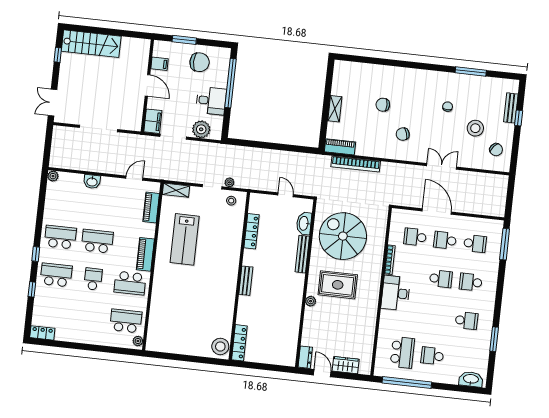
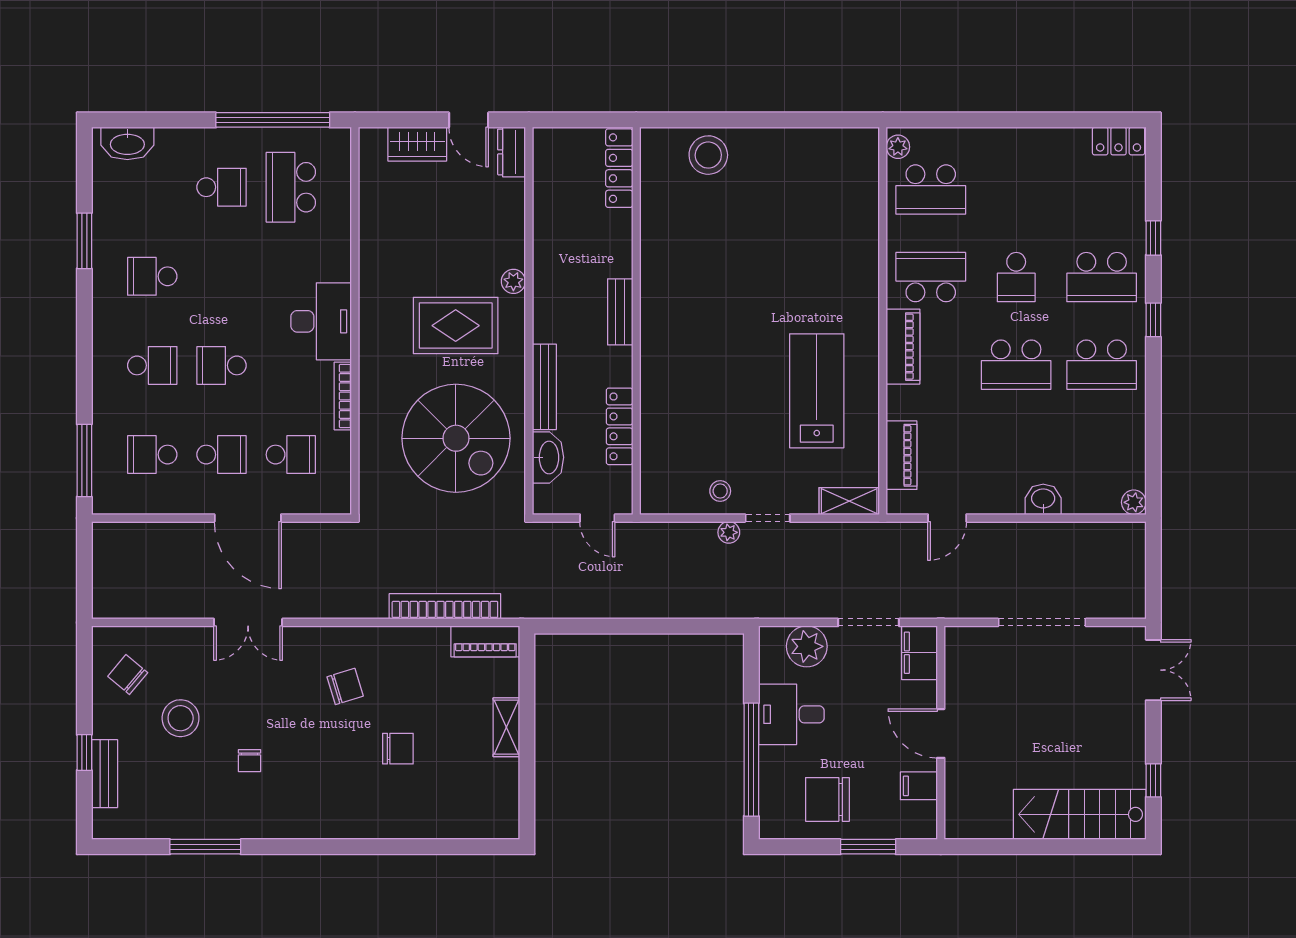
locker: (252, 231) -> (620, 426), moved
wall: (239, 276) -> (636, 321), moved
bench: (246, 281) -> (620, 312), moved
locker: (239, 343) -> (619, 168), moved

